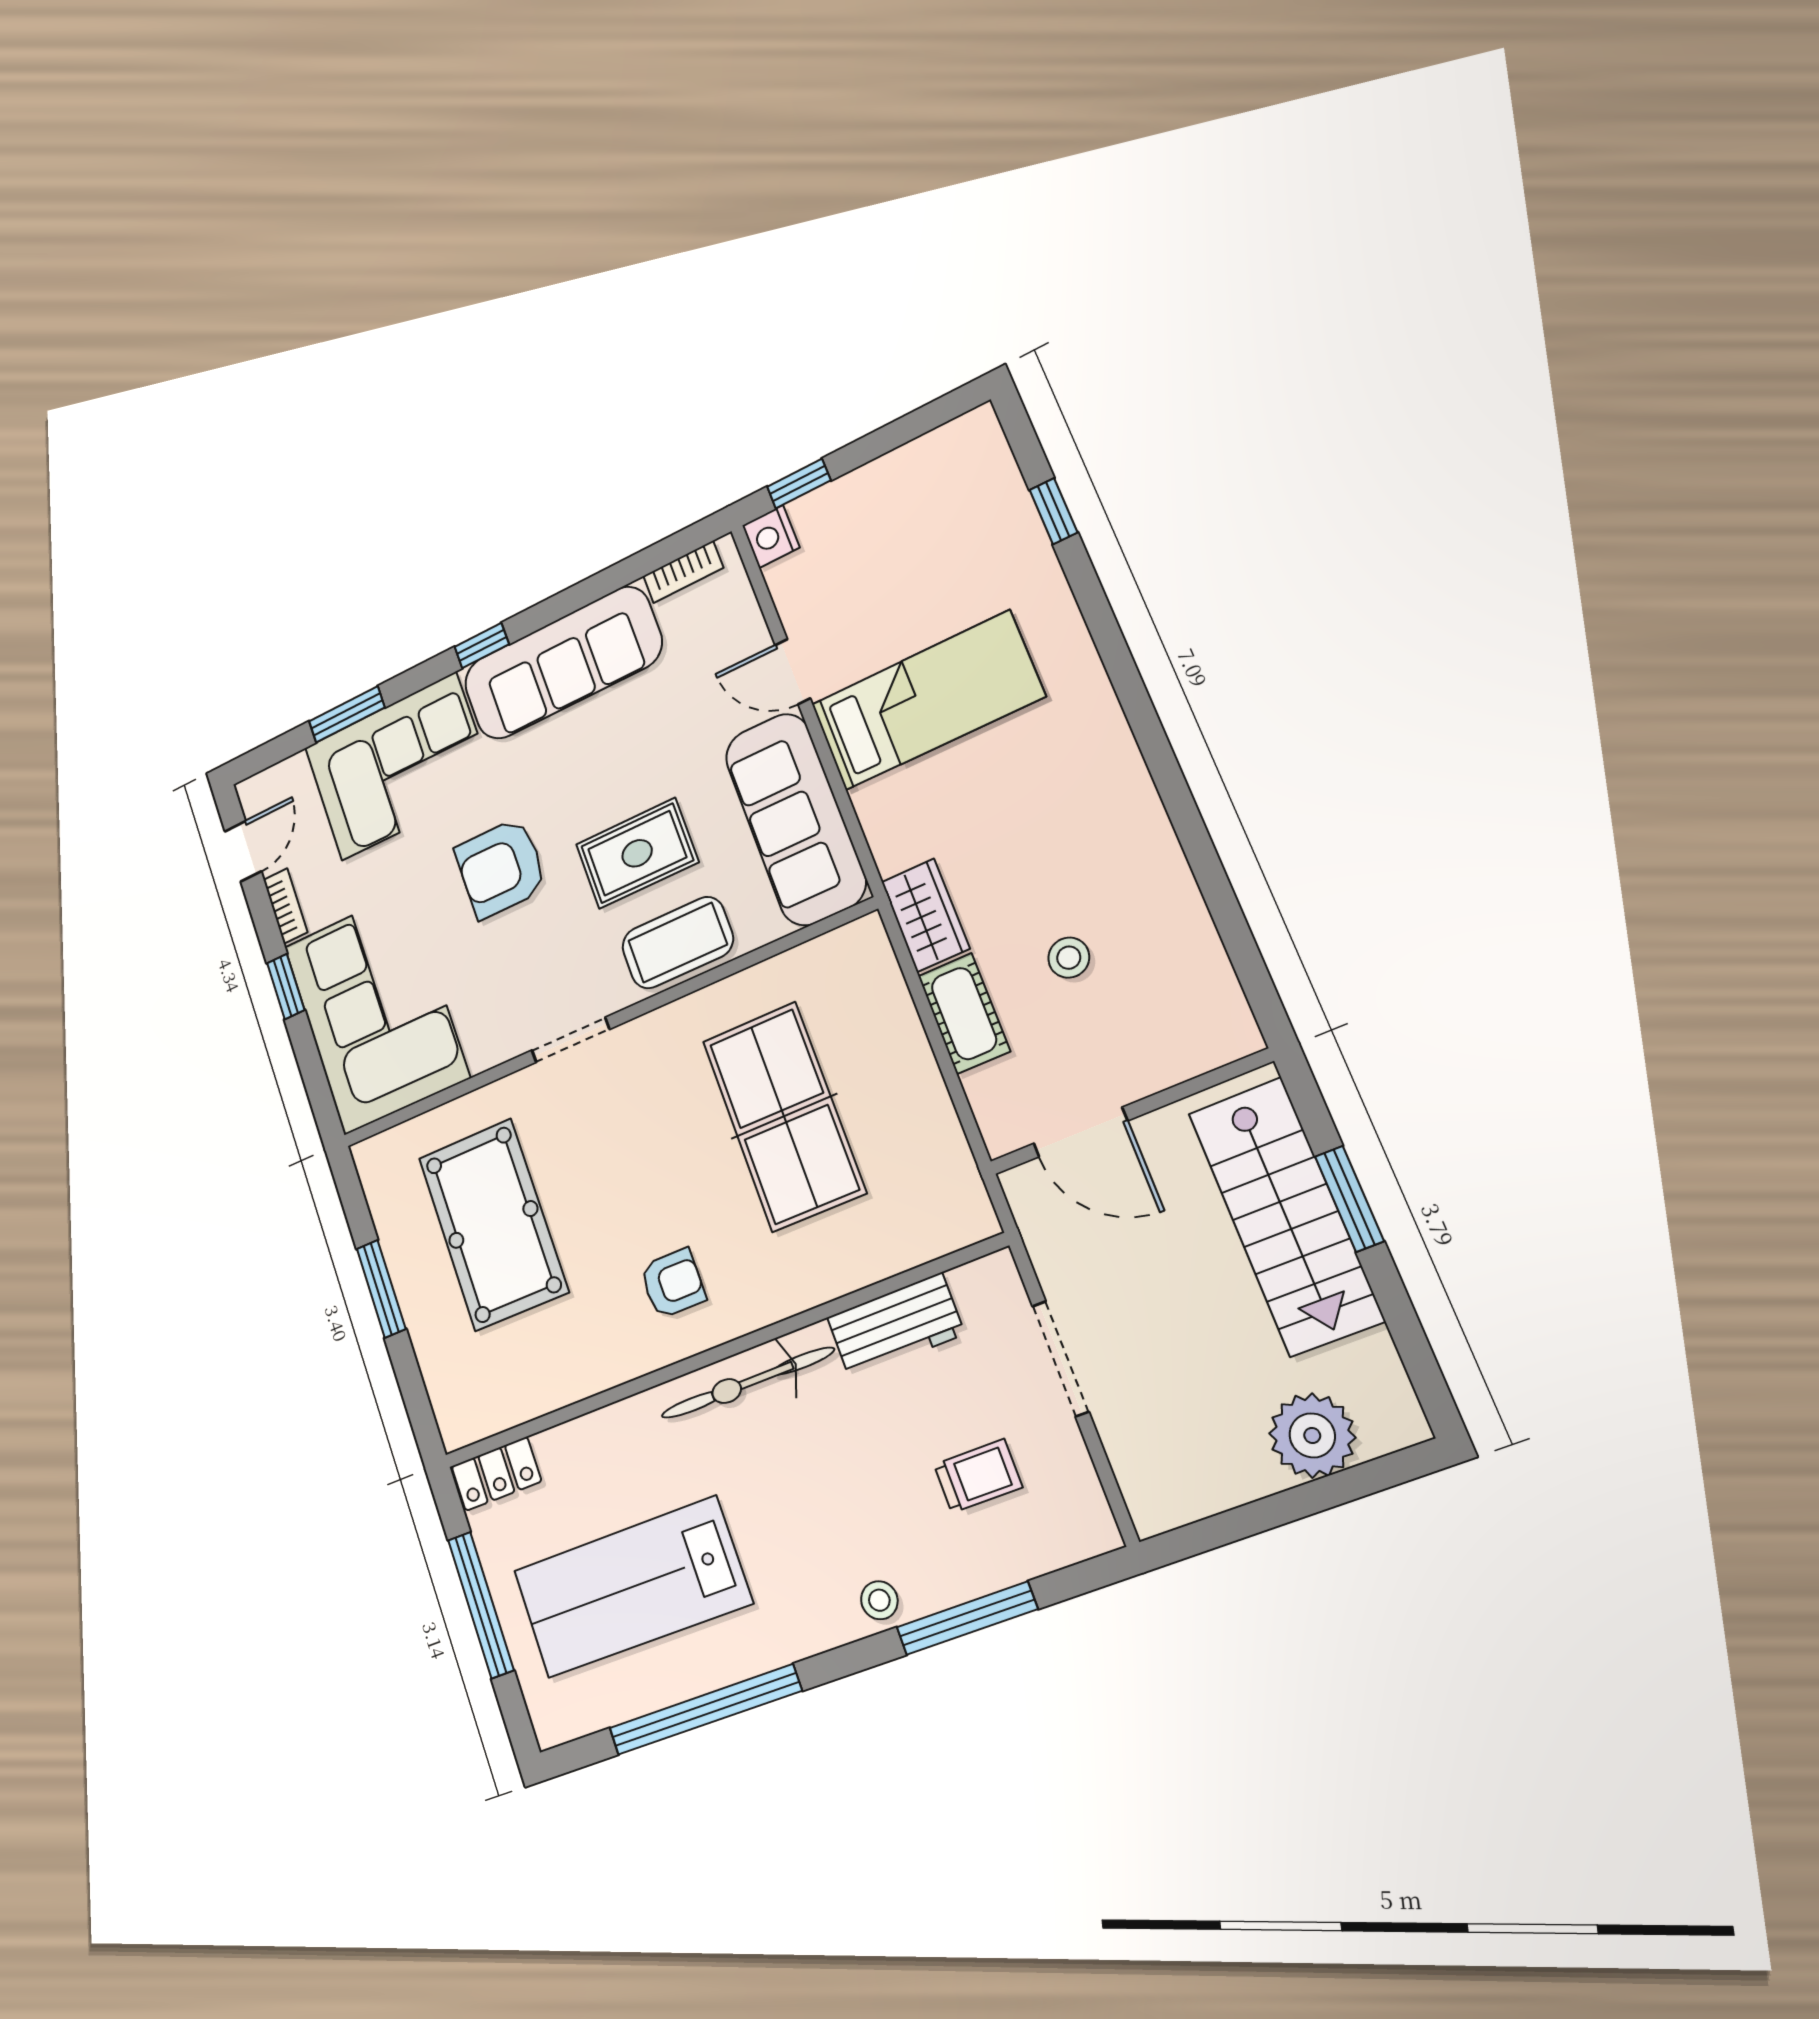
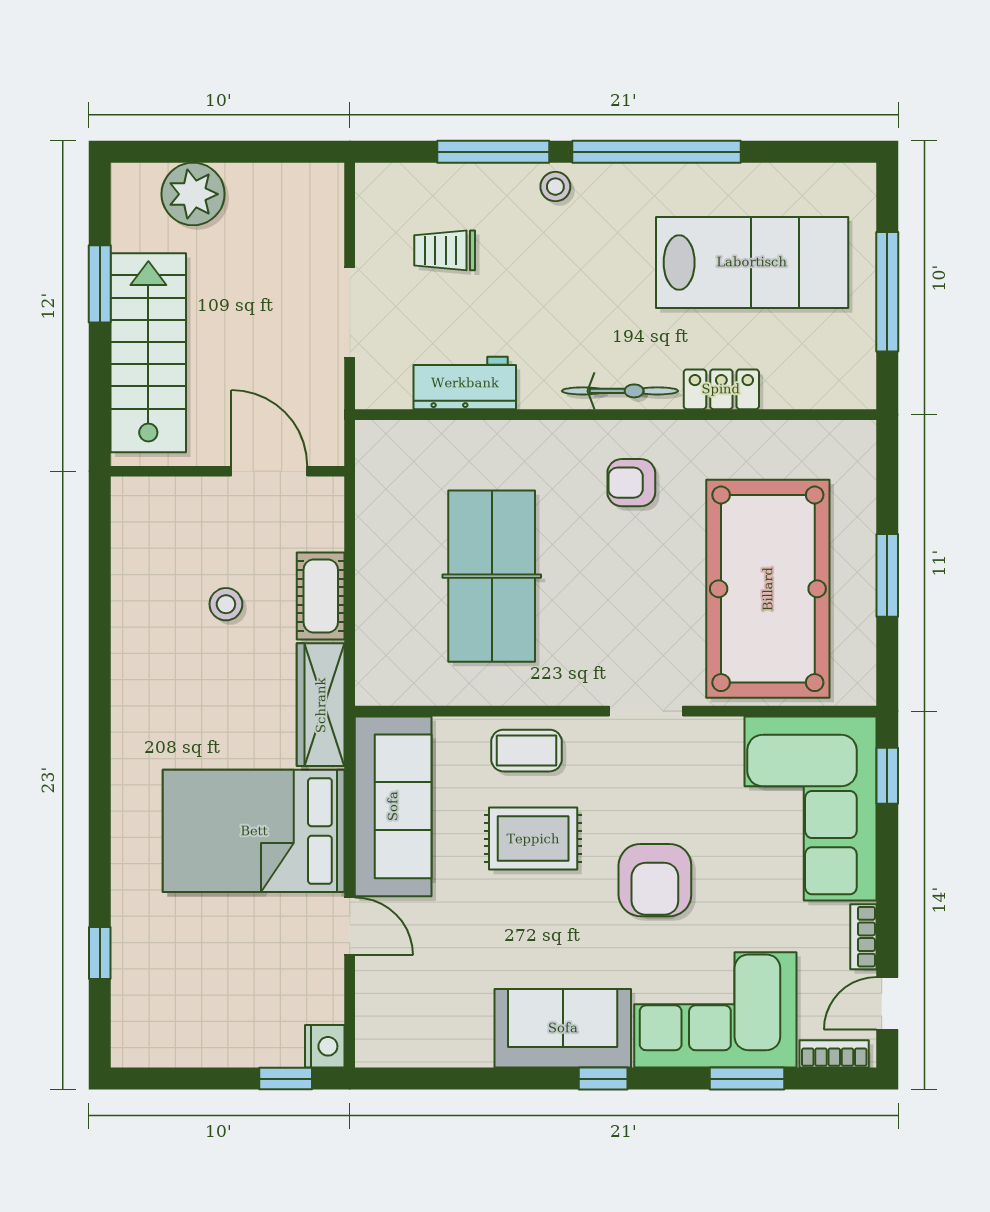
bookcase: (683, 572) -> (834, 1054), moved
sofa: (562, 663) -> (563, 1028), width x0.73
bed: (927, 701) -> (254, 831), width x1.50
armchair: (501, 868) -> (655, 880), turned 90
wardrobe: (925, 915) -> (321, 705), width x1.50
coffee table: (678, 943) -> (527, 751), width x0.73, depth x0.77
window: (286, 987) -> (887, 776), moved
window: (1349, 1199) -> (100, 284), moved
pool table: (493, 1225) -> (768, 589), width x1.36, depth x1.32
bicycle: (747, 1383) -> (620, 391), width x0.73, depth x0.71
locker: (496, 1474) -> (721, 389), moved
window: (705, 1710) -> (657, 152), moved

